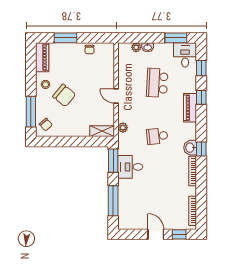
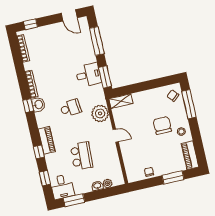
chair: (64, 95) -> (162, 125), turned 50
plant: (123, 128) -> (100, 113), width x1.88, depth x1.88
door: (156, 234) -> (69, 15), moved

